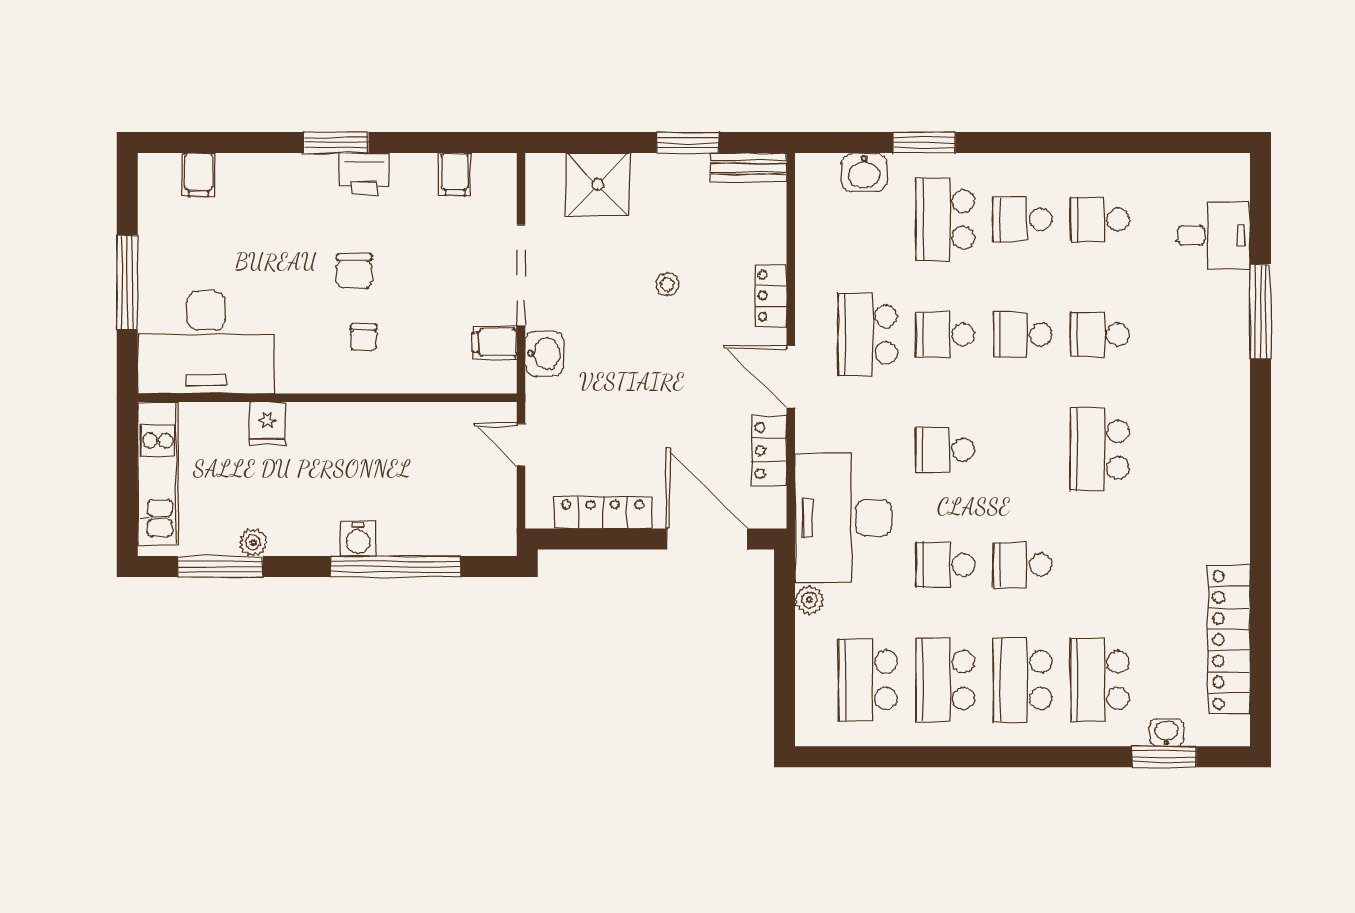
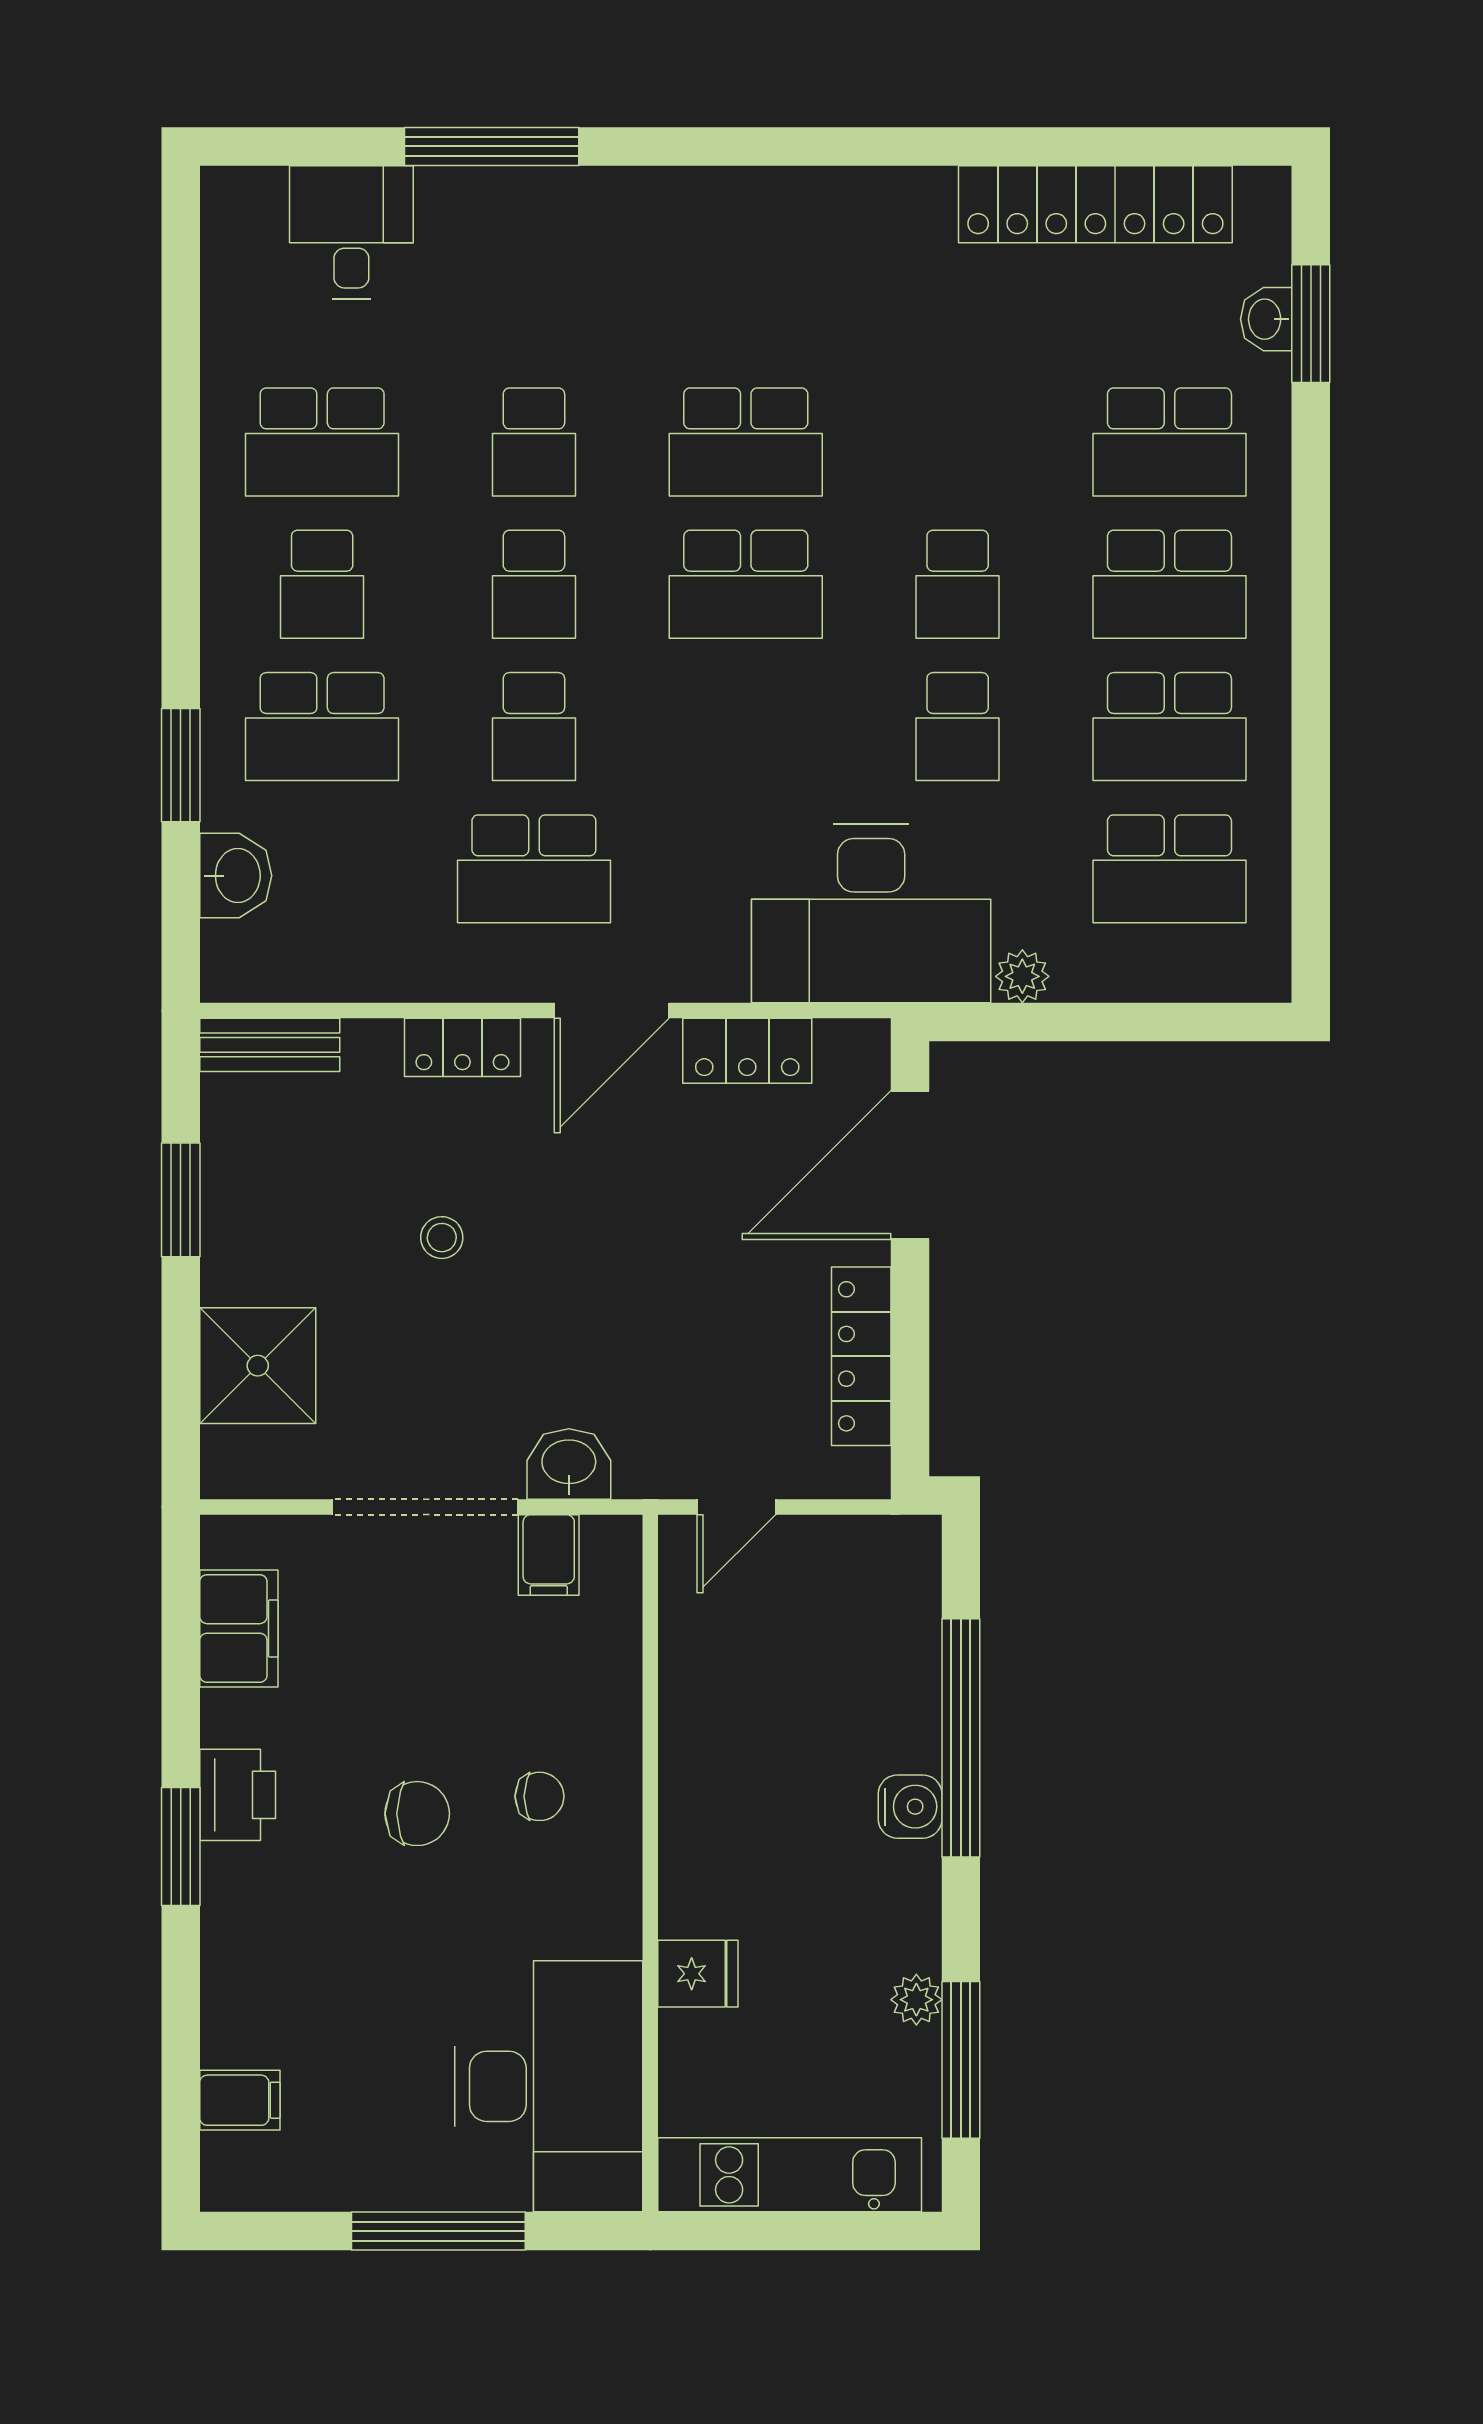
bench: (749, 167) -> (270, 1045), moved, turned 90
filing cabinet: (455, 174) -> (239, 1628), width x2.00
school desk: (1100, 219) -> (322, 442), width x1.85
school desk: (945, 450) -> (746, 584), moved, width x1.85

